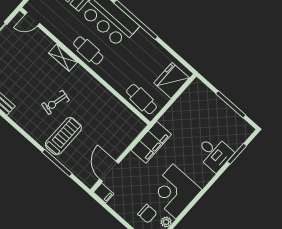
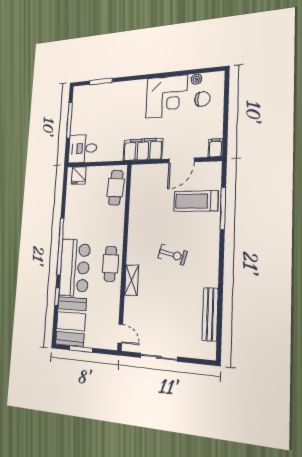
fridge: (172, 80) -> (79, 175), width x0.53, depth x0.75
treadmill: (63, 136) -> (196, 201), moved
desk: (214, 153) -> (83, 148), moved, turned -90
door: (109, 171) -> (182, 160), moved
chair: (147, 214) -> (202, 99), turned 90

